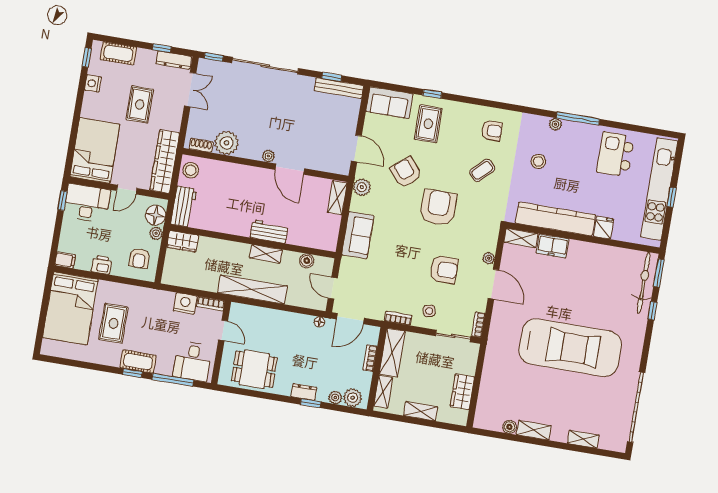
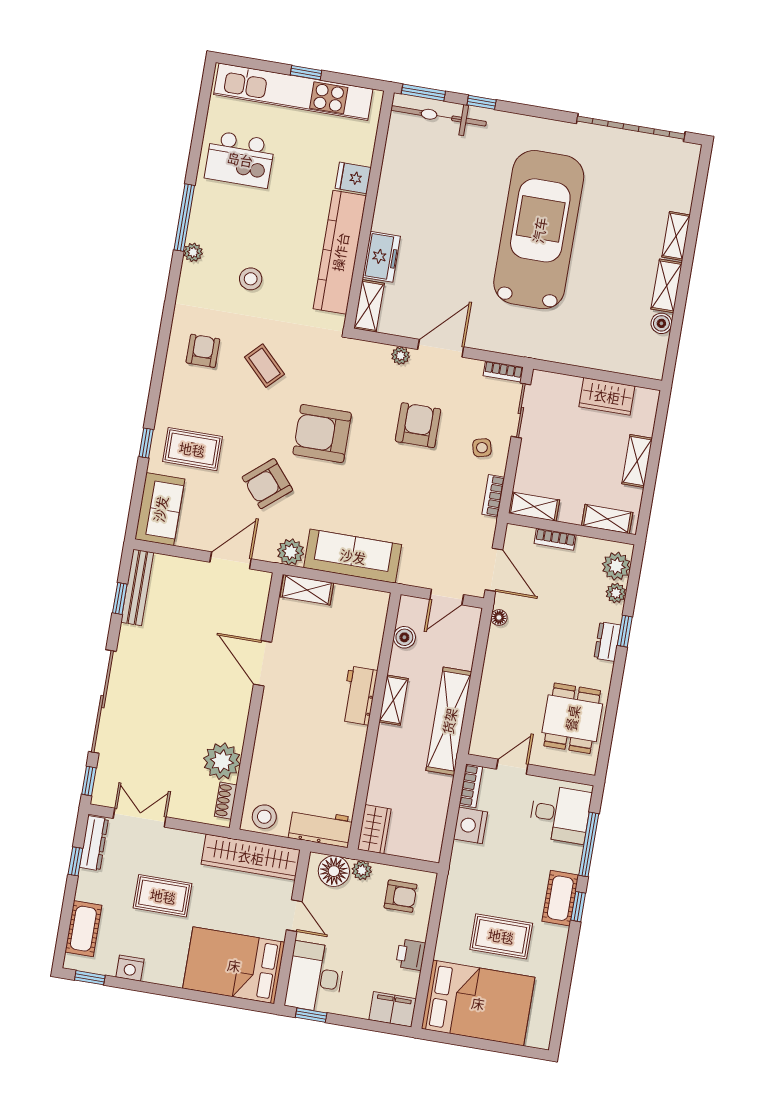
plant: (268, 156) -> (242, 696), removed
door: (290, 169) -> (263, 663), swing flipped
sofa: (358, 235) -> (353, 556), width x1.36
filing cabinet: (65, 260) -> (393, 1009), width x2.00
shelving: (392, 353) -> (534, 507), width x0.67, depth x0.75
shelving: (583, 439) -> (676, 236), moved

